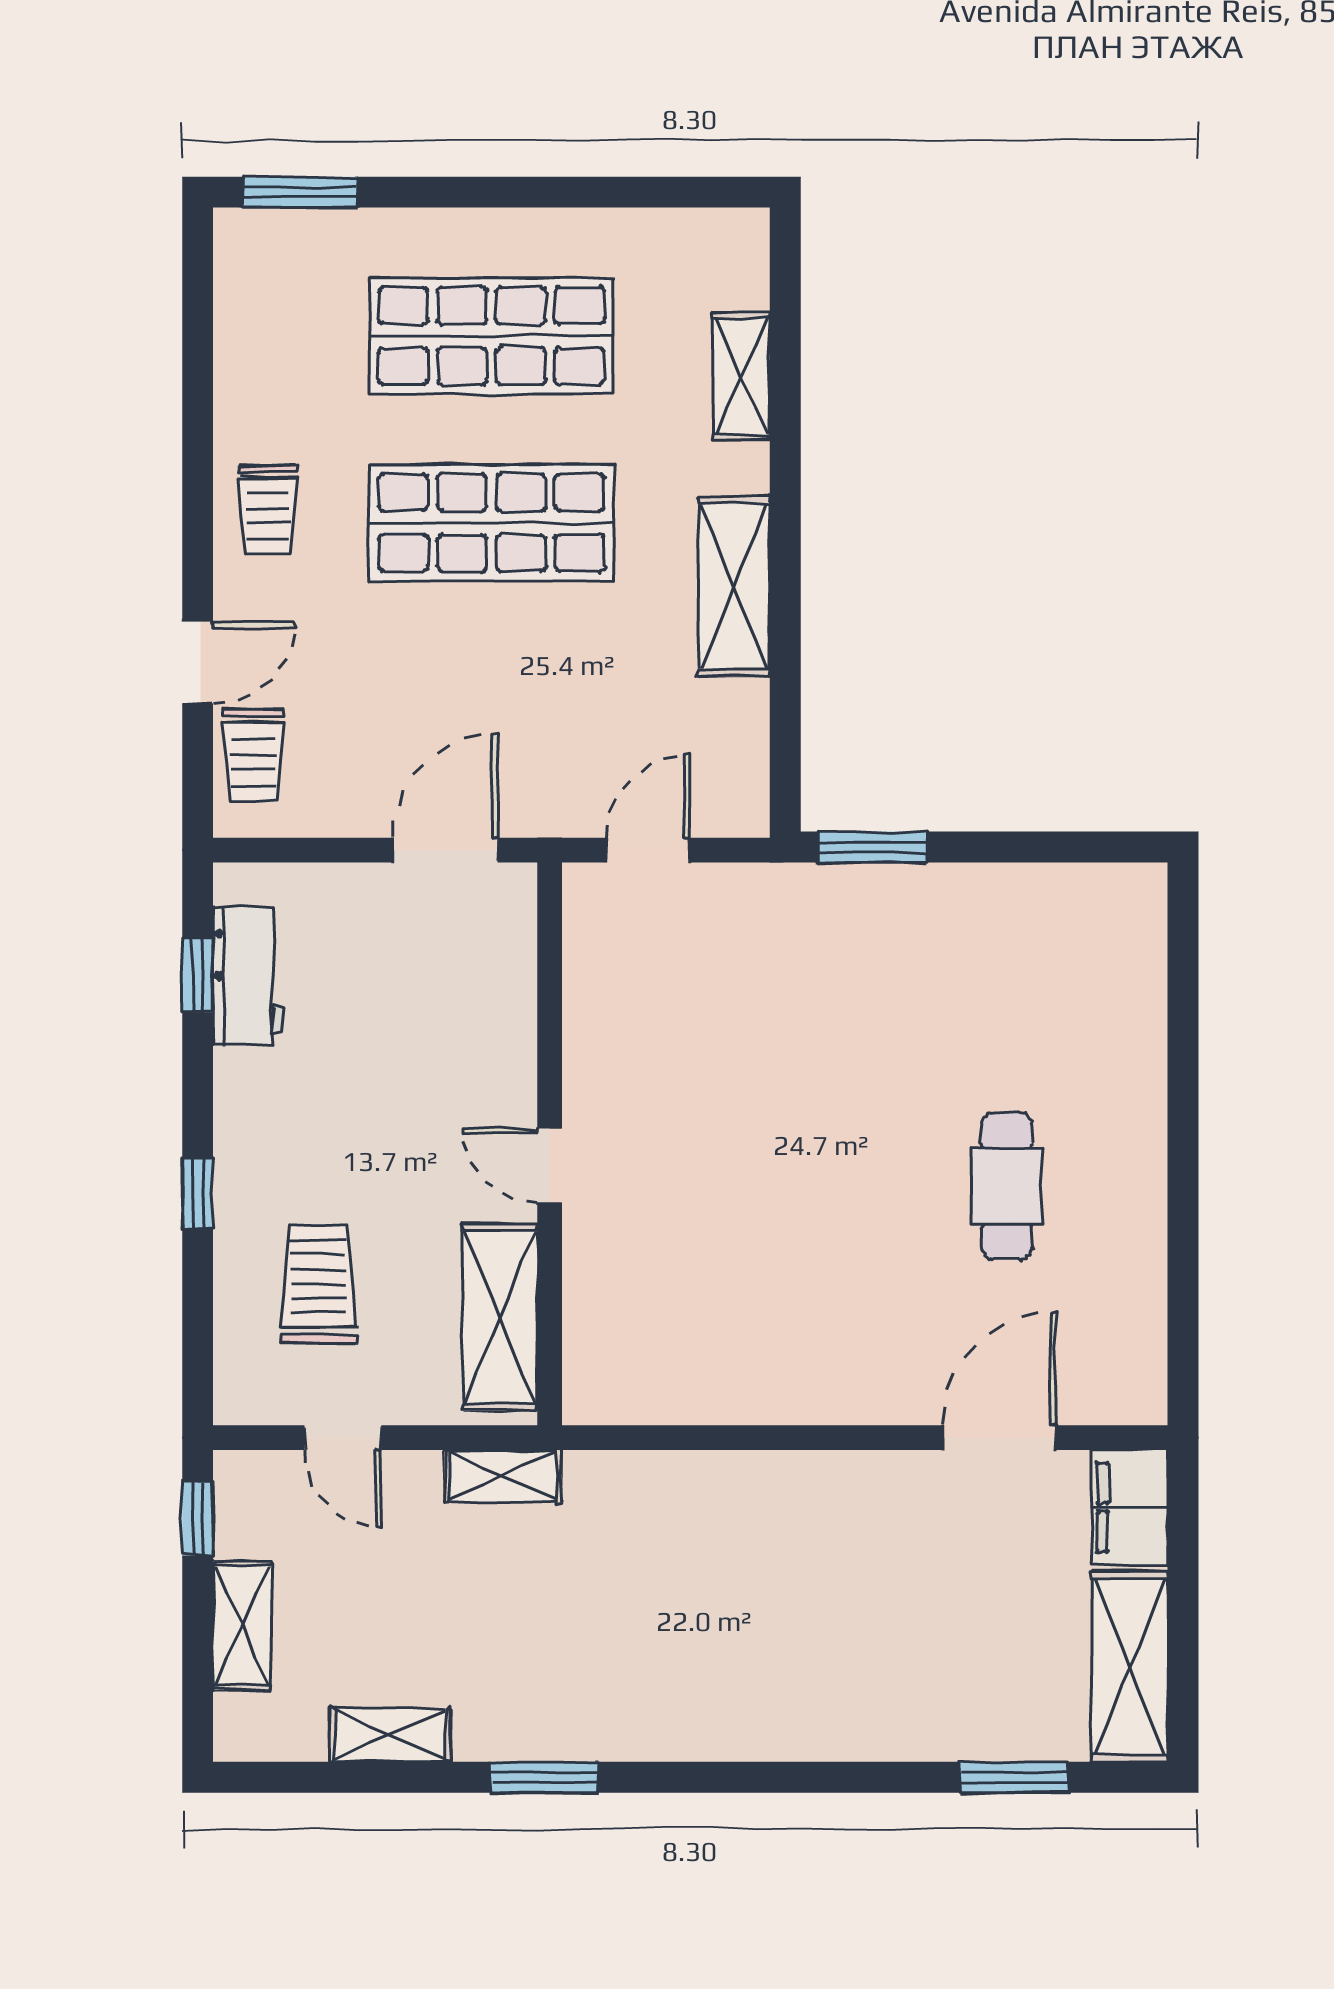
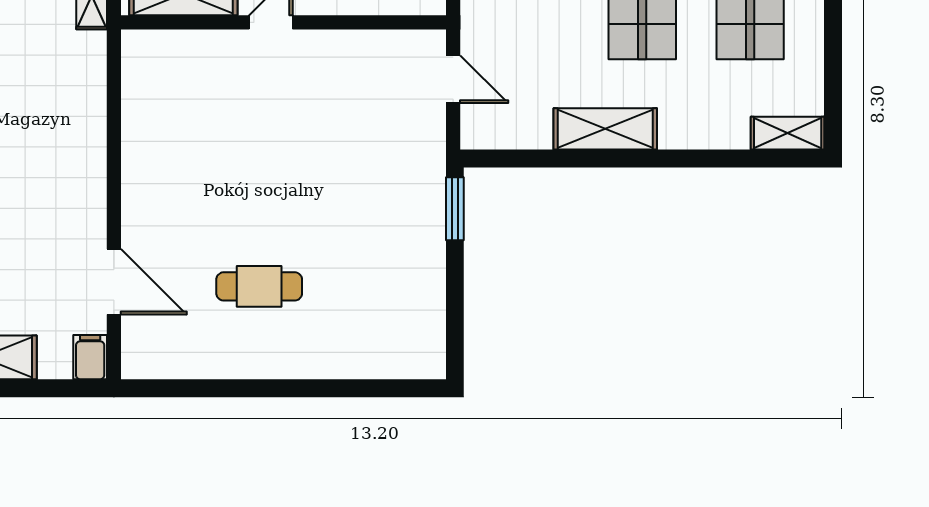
shelving: (741, 376) -> (788, 133), moved
filing cabinet: (1129, 1507) -> (90, 357), width x0.50

